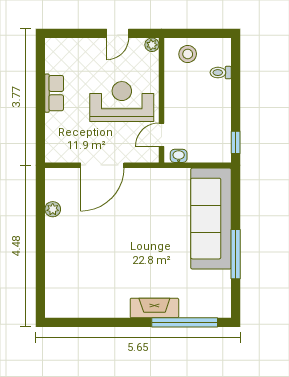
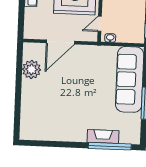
plant: (53, 209) -> (31, 69), width x1.88, depth x1.88
fireplace: (154, 308) -> (103, 137), moved

